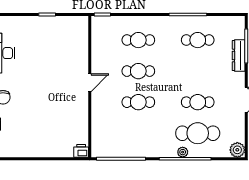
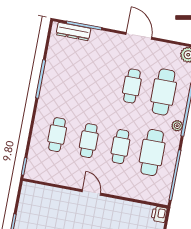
cafe table: (198, 40) -> (152, 153), moved, width x1.37, depth x1.35
dresser: (239, 56) -> (73, 32), moved
plant: (183, 152) -> (177, 126), moved

